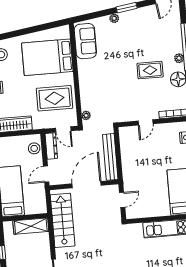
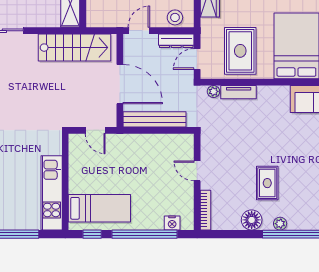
tv unit: (85, 97) -> (239, 92), added
door: (46, 174) -> (139, 31), hinge flipped

